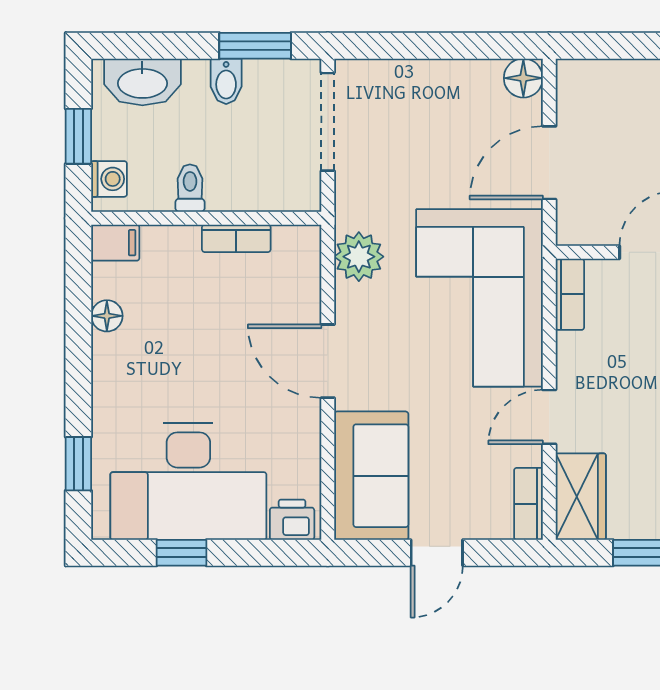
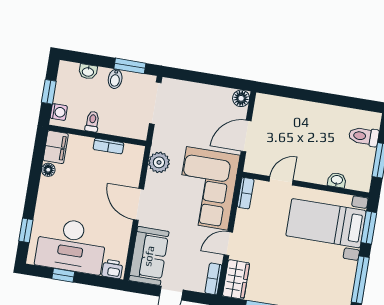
washbasin: (142, 82) -> (88, 72), width x0.52, depth x0.69
filing cabinet: (115, 243) -> (56, 147), width x2.00

